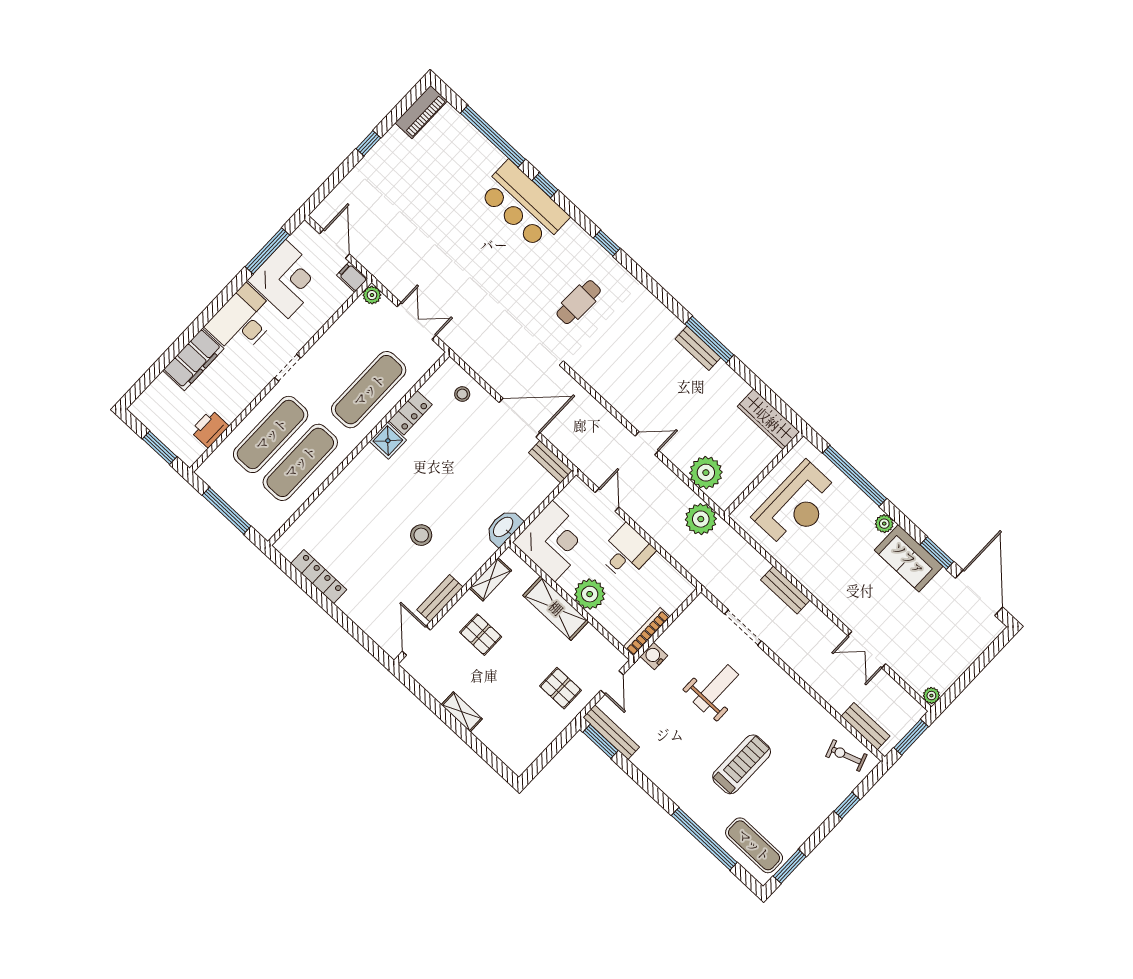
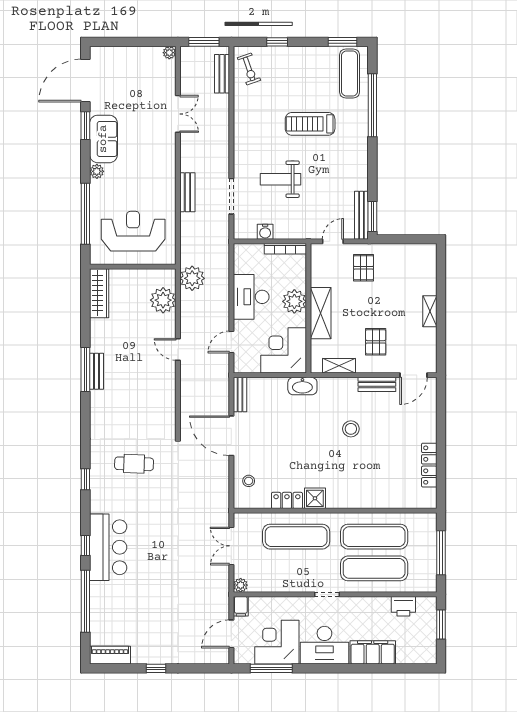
desk: (626, 552) -> (251, 297), width x1.37
water cooler: (654, 656) -> (265, 232), moved

